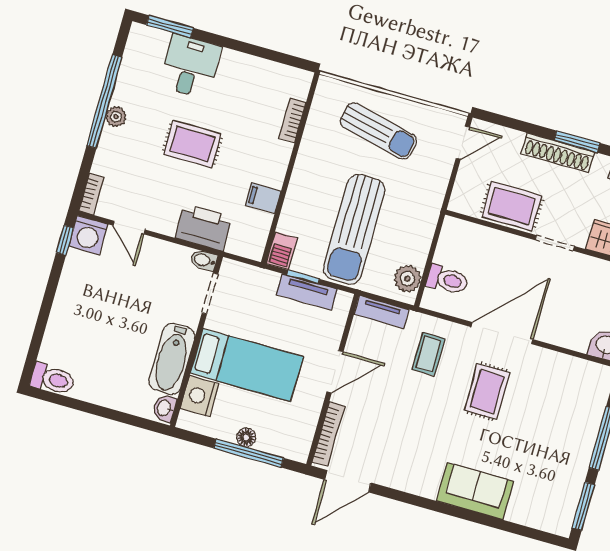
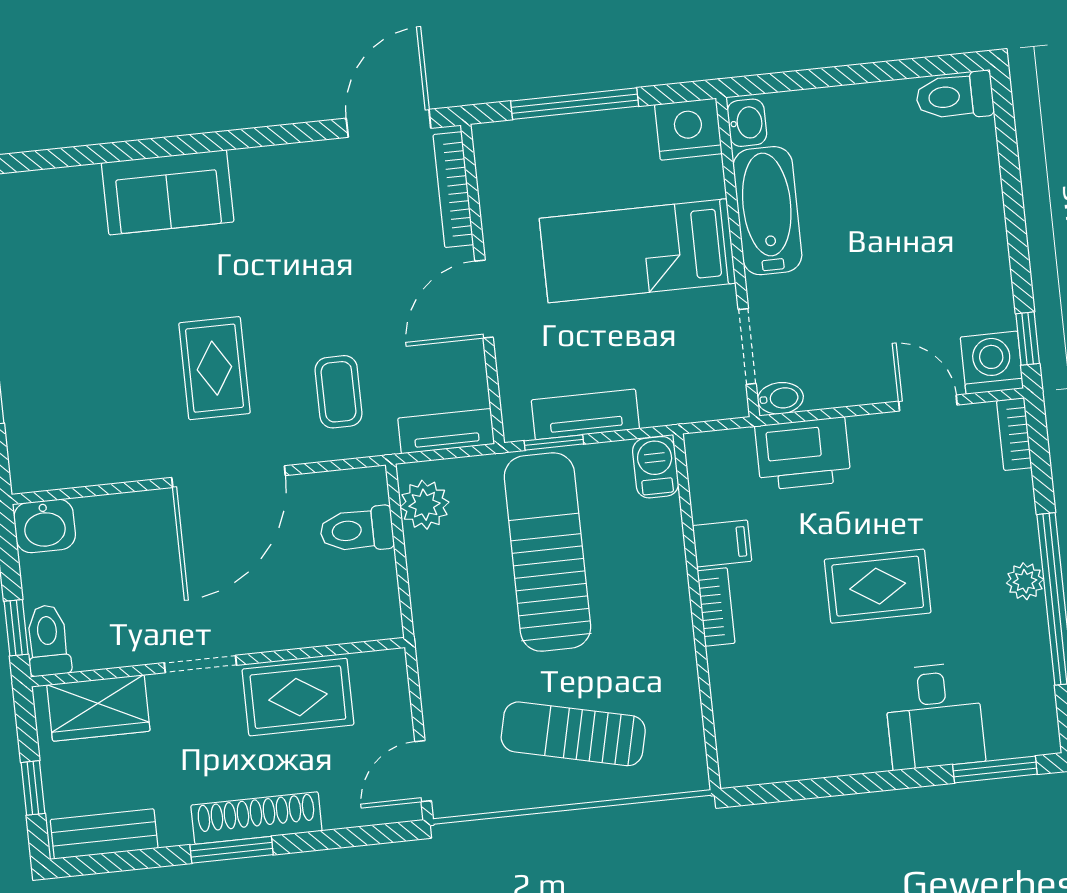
bookcase: (292, 120) -> (716, 607), moved
window: (303, 277) -> (554, 442), moved
nightstand: (200, 396) -> (688, 129), moved, turned -90
floor lamp: (246, 437) -> (589, 129), removed

